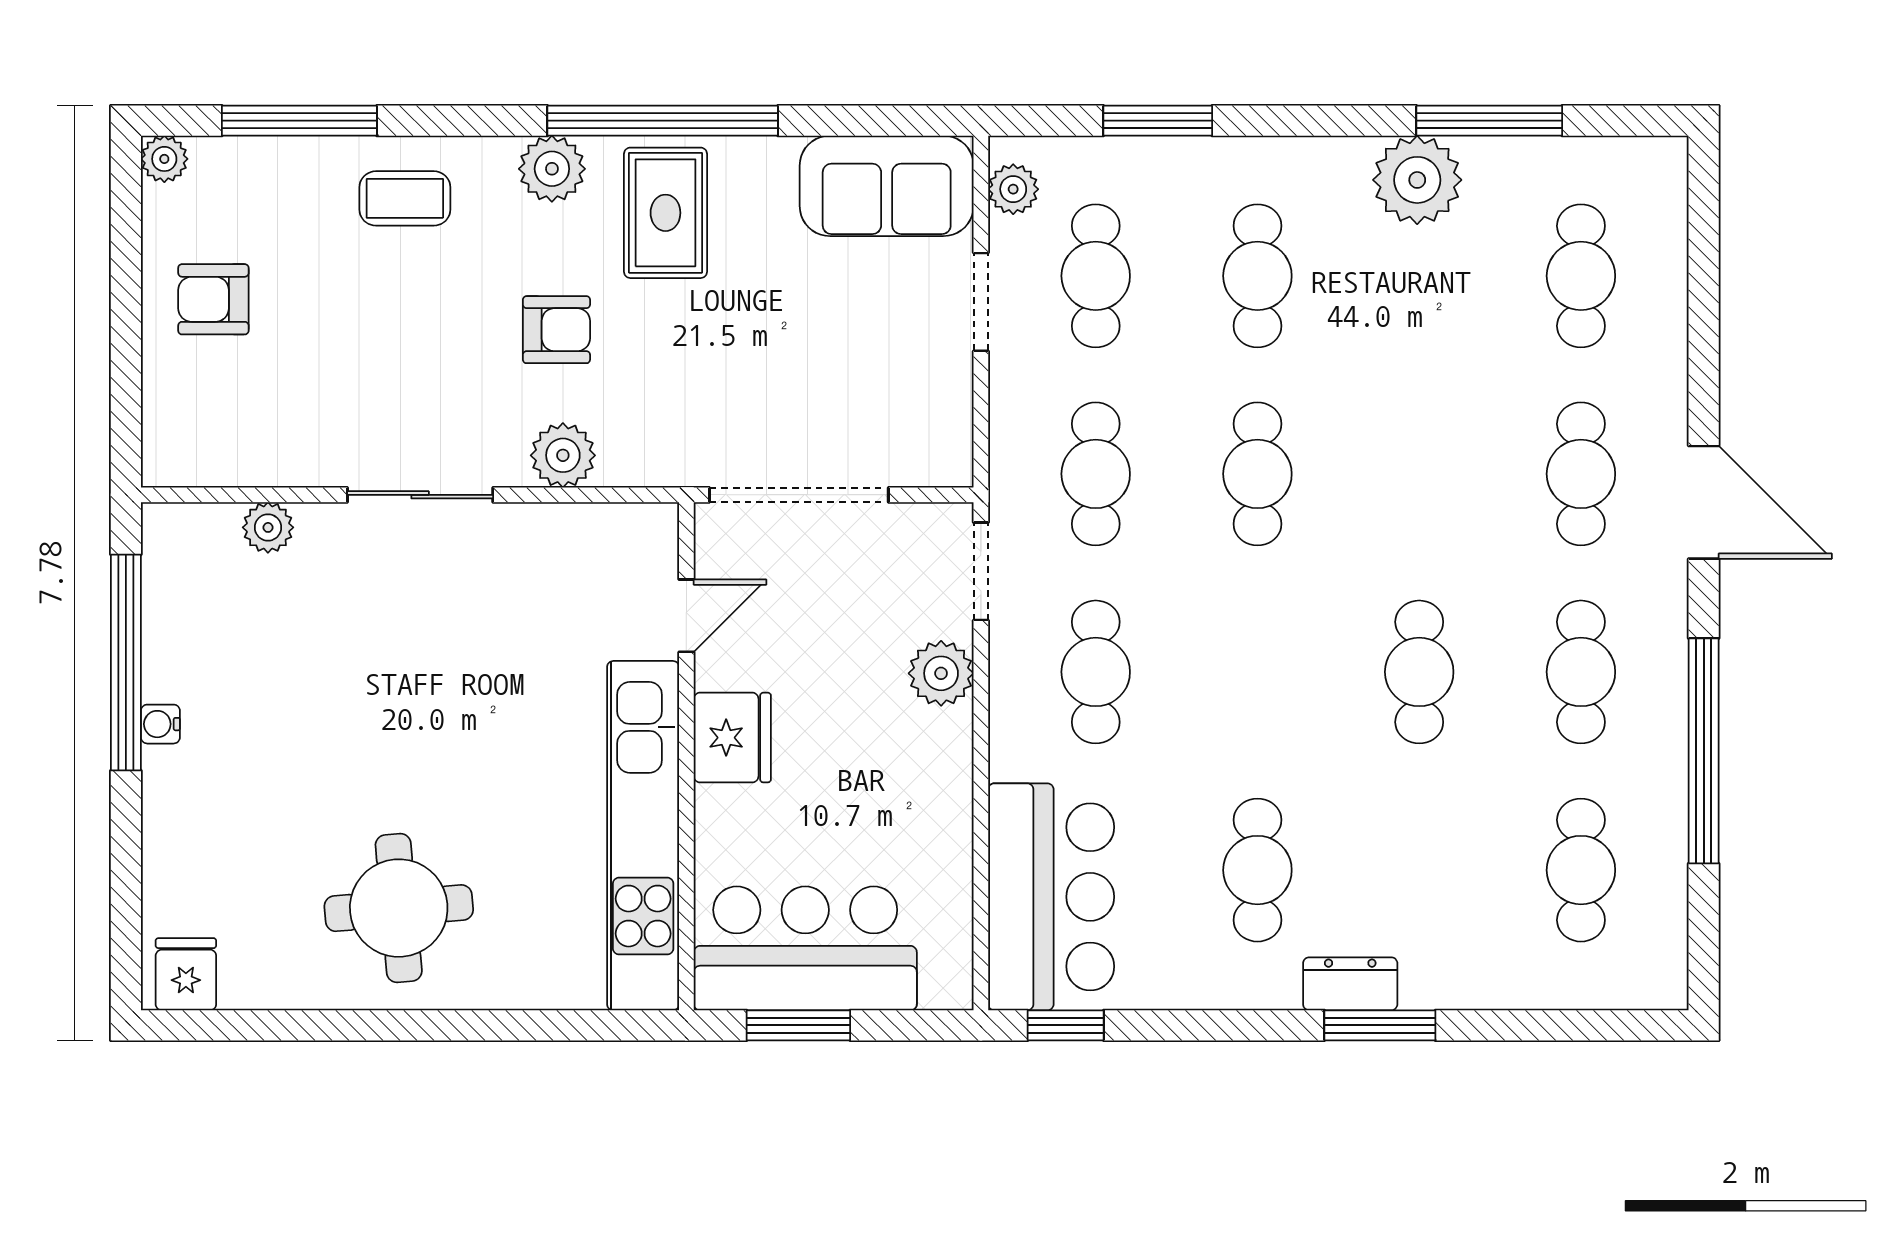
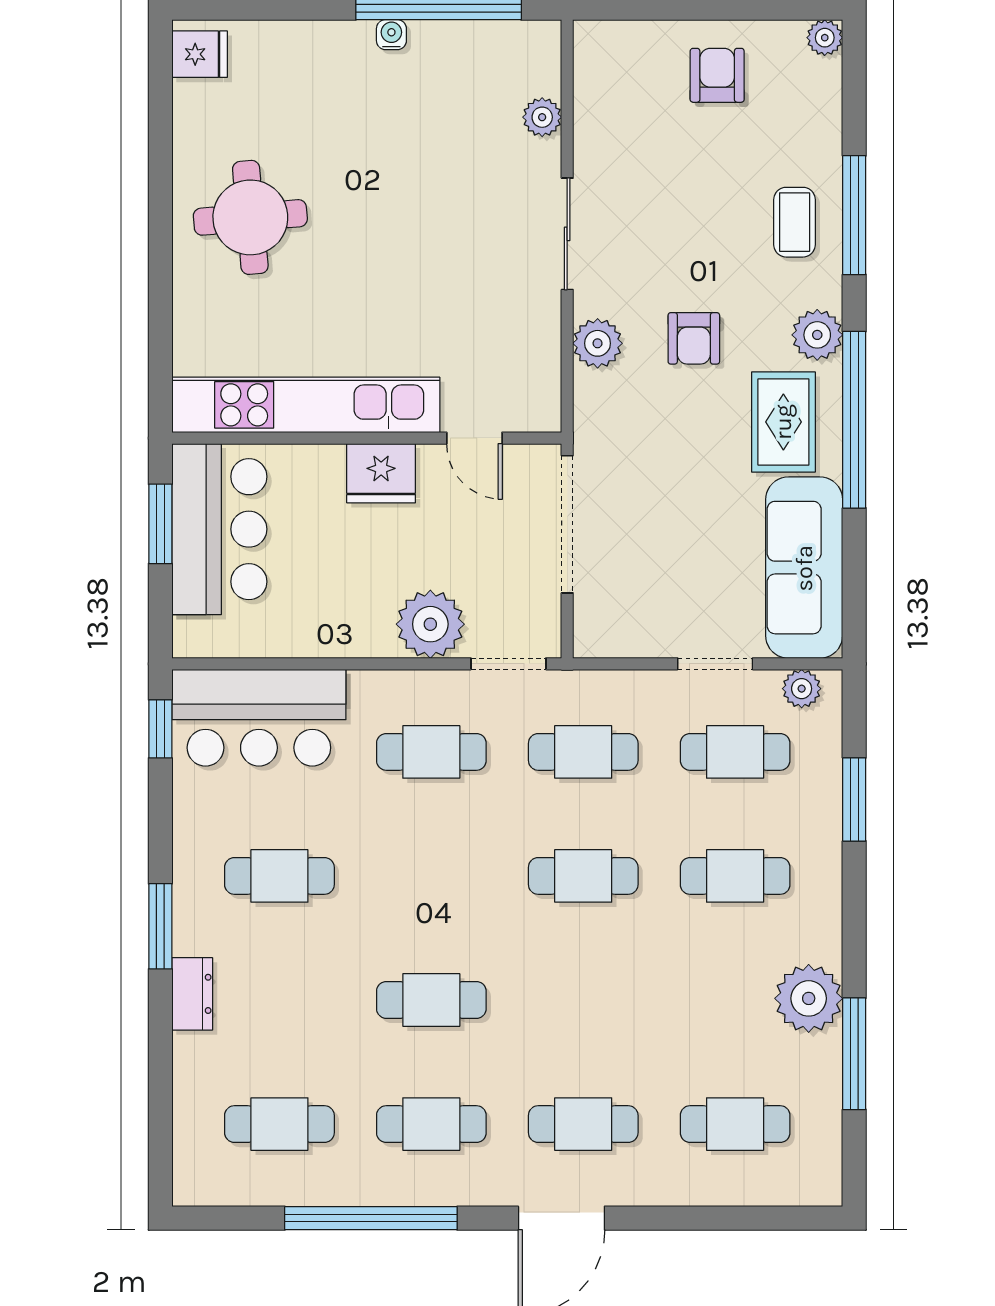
window: (299, 121) -> (854, 215), moved
sofa: (887, 186) -> (804, 568), width x1.36
rug: (665, 213) -> (783, 422), turned 90
plant: (941, 673) -> (430, 624), width x1.36, depth x1.36
dresser: (1350, 984) -> (192, 994), moved
window: (1380, 1025) -> (160, 926), moved

